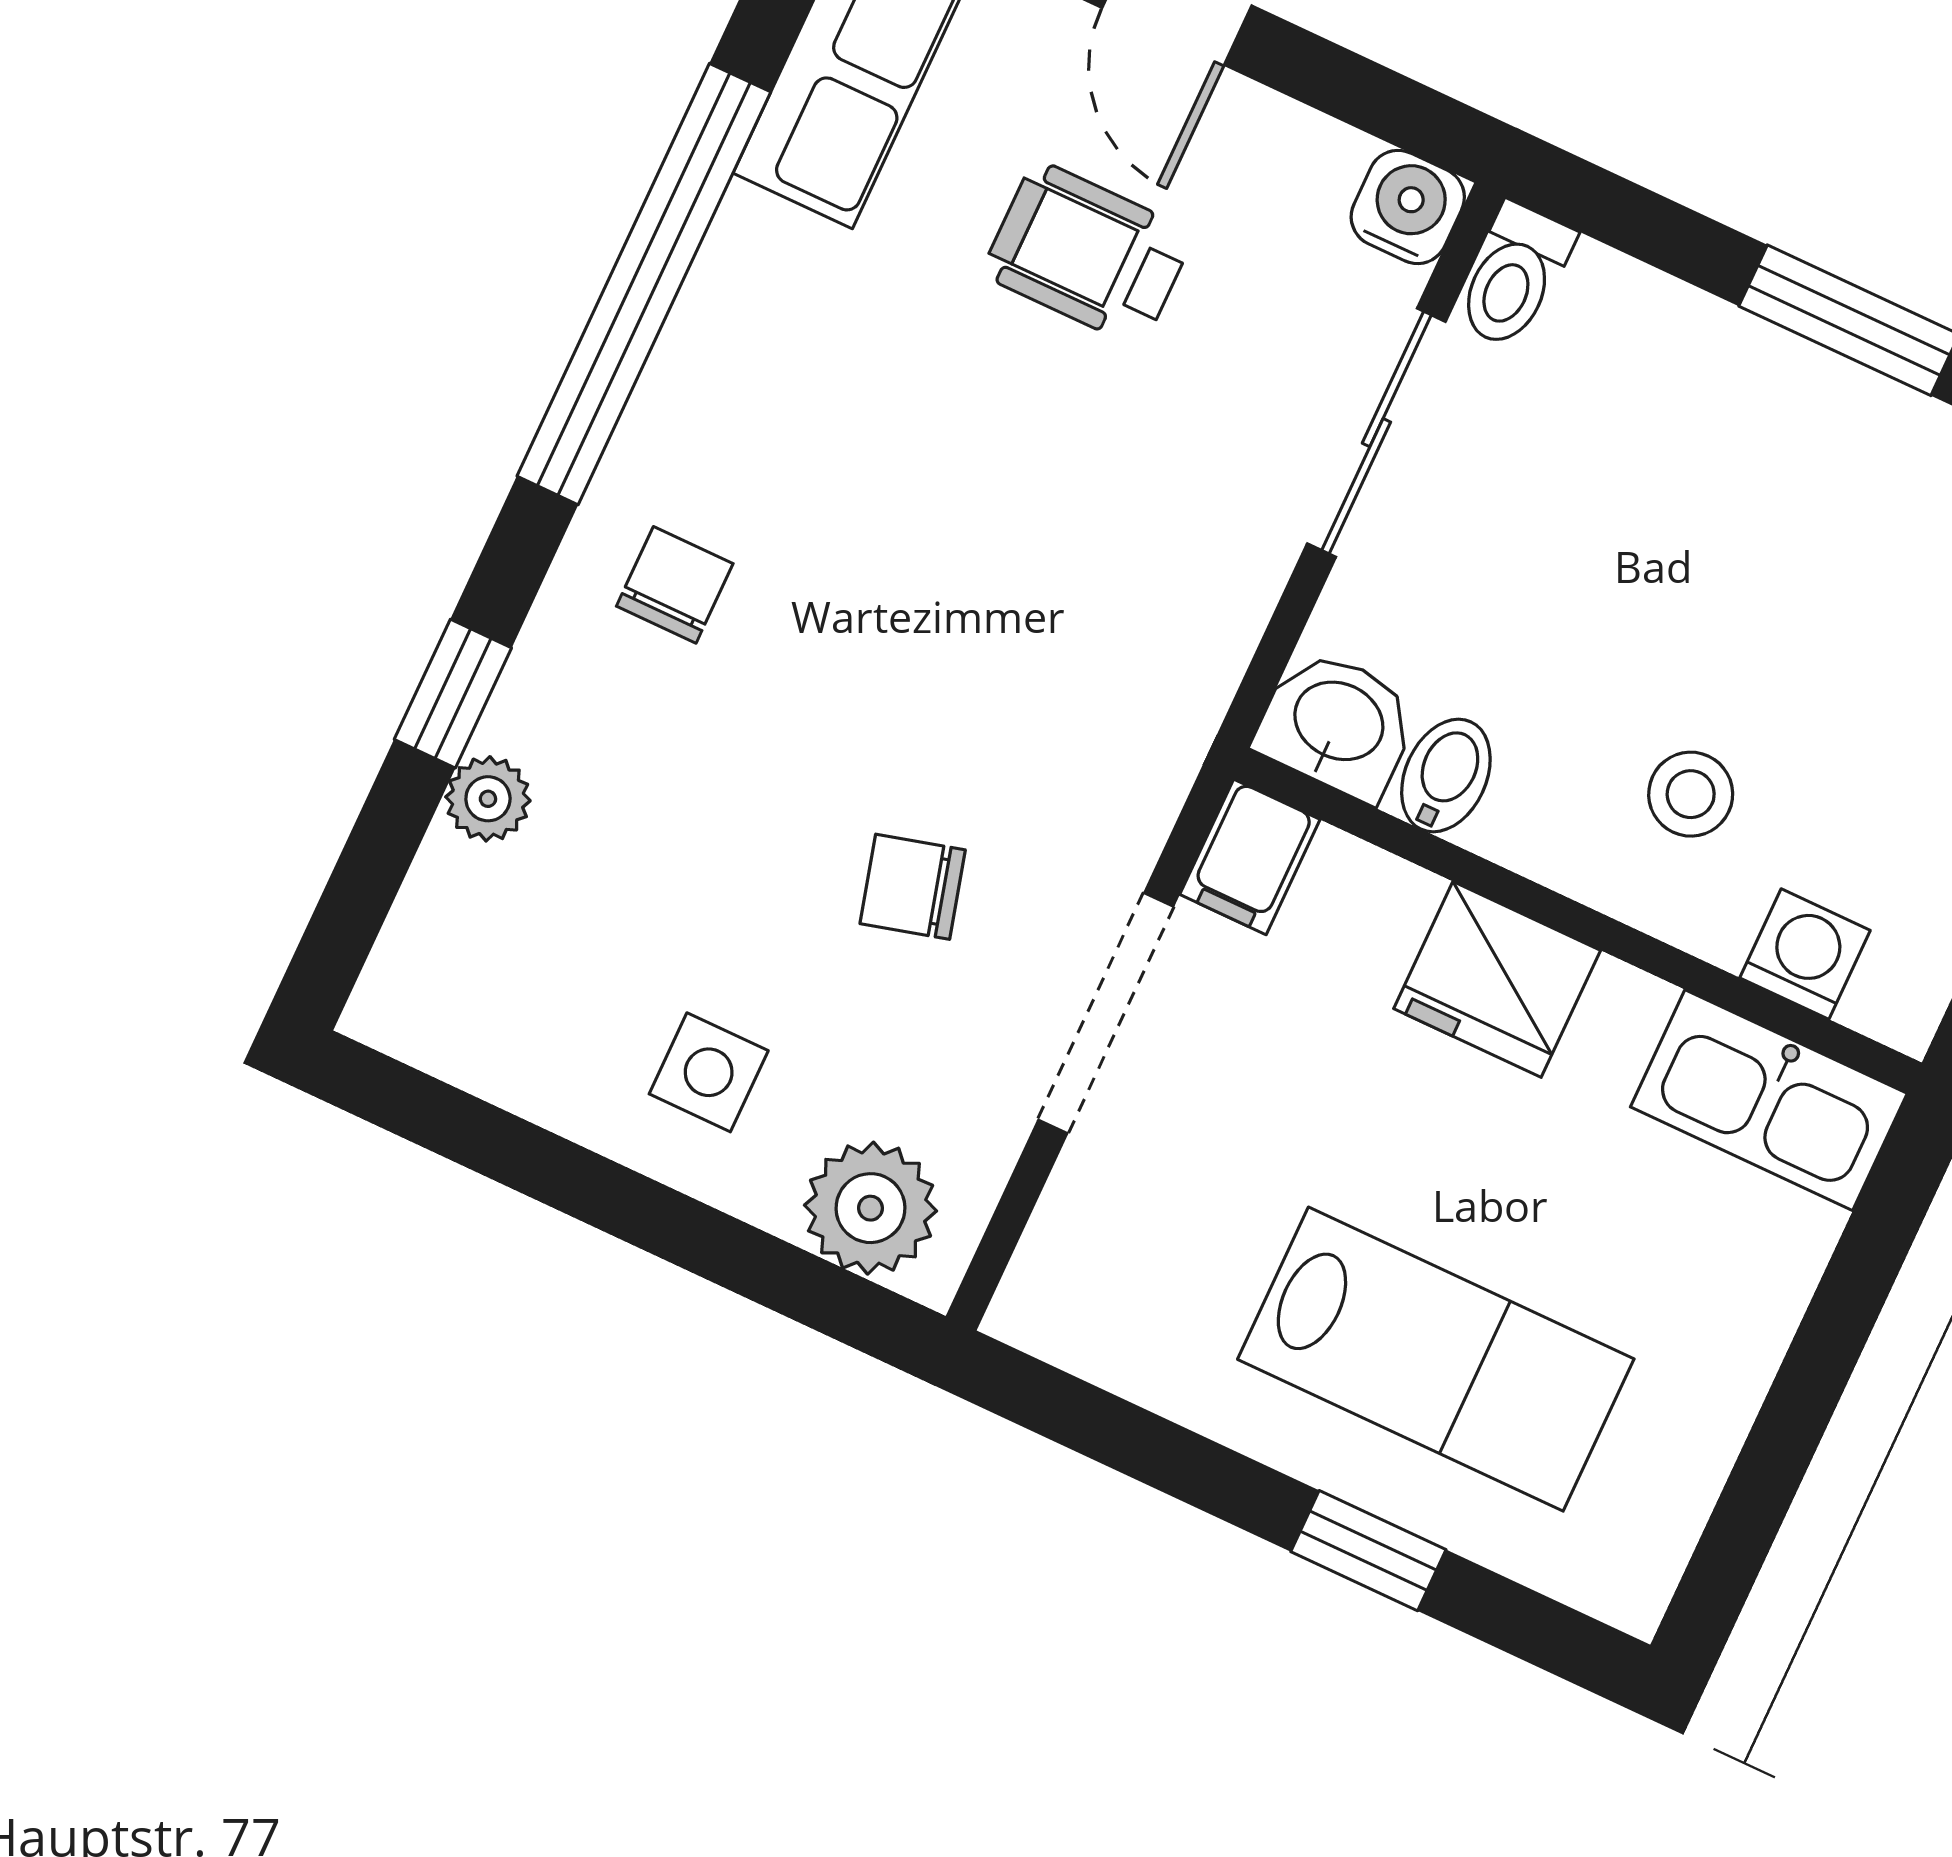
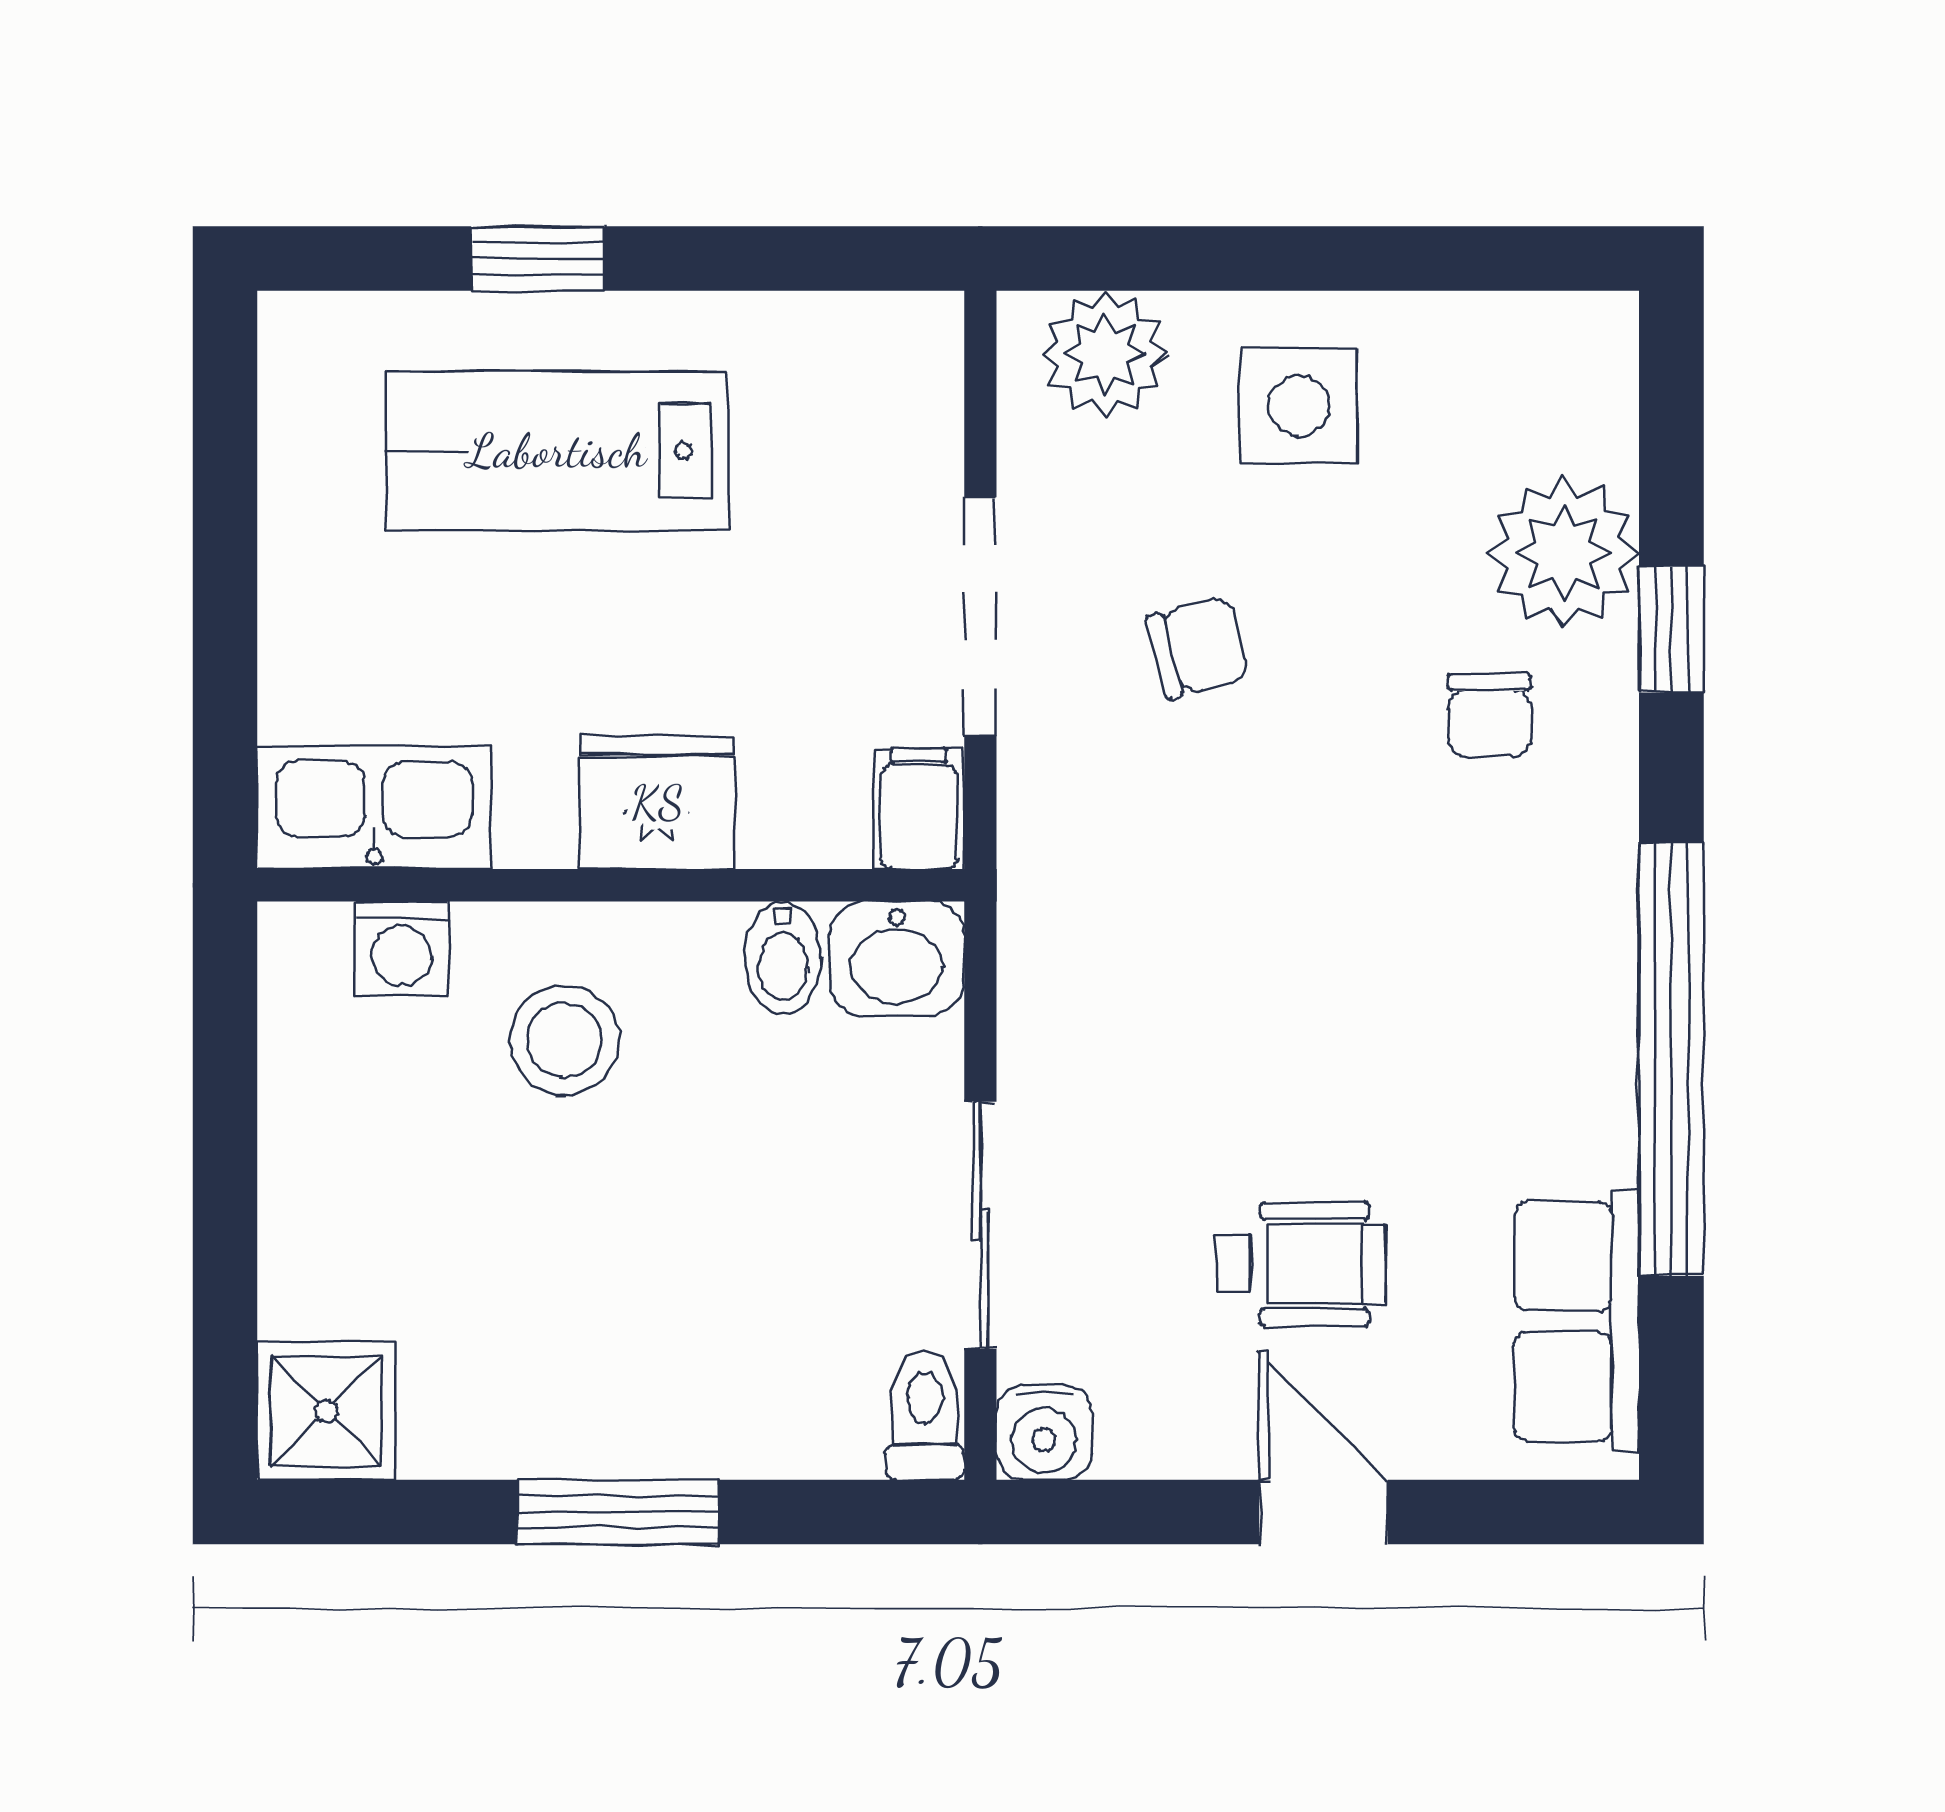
chair: (675, 585) -> (1489, 716), moved
stool: (1691, 794) -> (564, 1040), width x1.37, depth x1.37
plant: (488, 799) -> (1564, 553), width x1.87, depth x1.87
side table: (709, 1072) -> (1299, 406), width x1.37, depth x1.37

